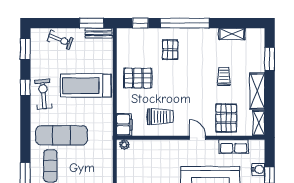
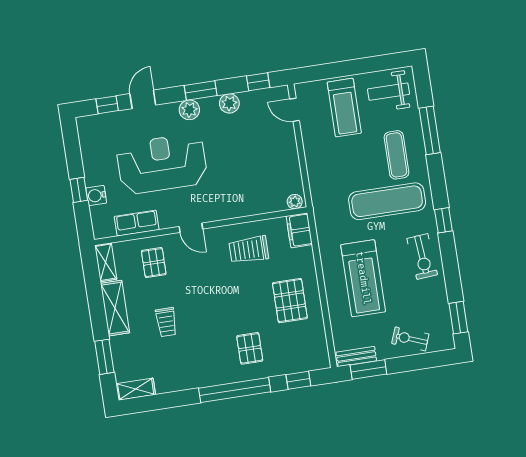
shelving: (232, 34) -> (136, 389), moved
pallet: (138, 78) -> (290, 301), turned 90
treadmill: (86, 86) -> (363, 278), turned 90
window: (25, 87) -> (443, 220), moved
pallet: (226, 118) -> (154, 263), width x0.67, depth x0.71

